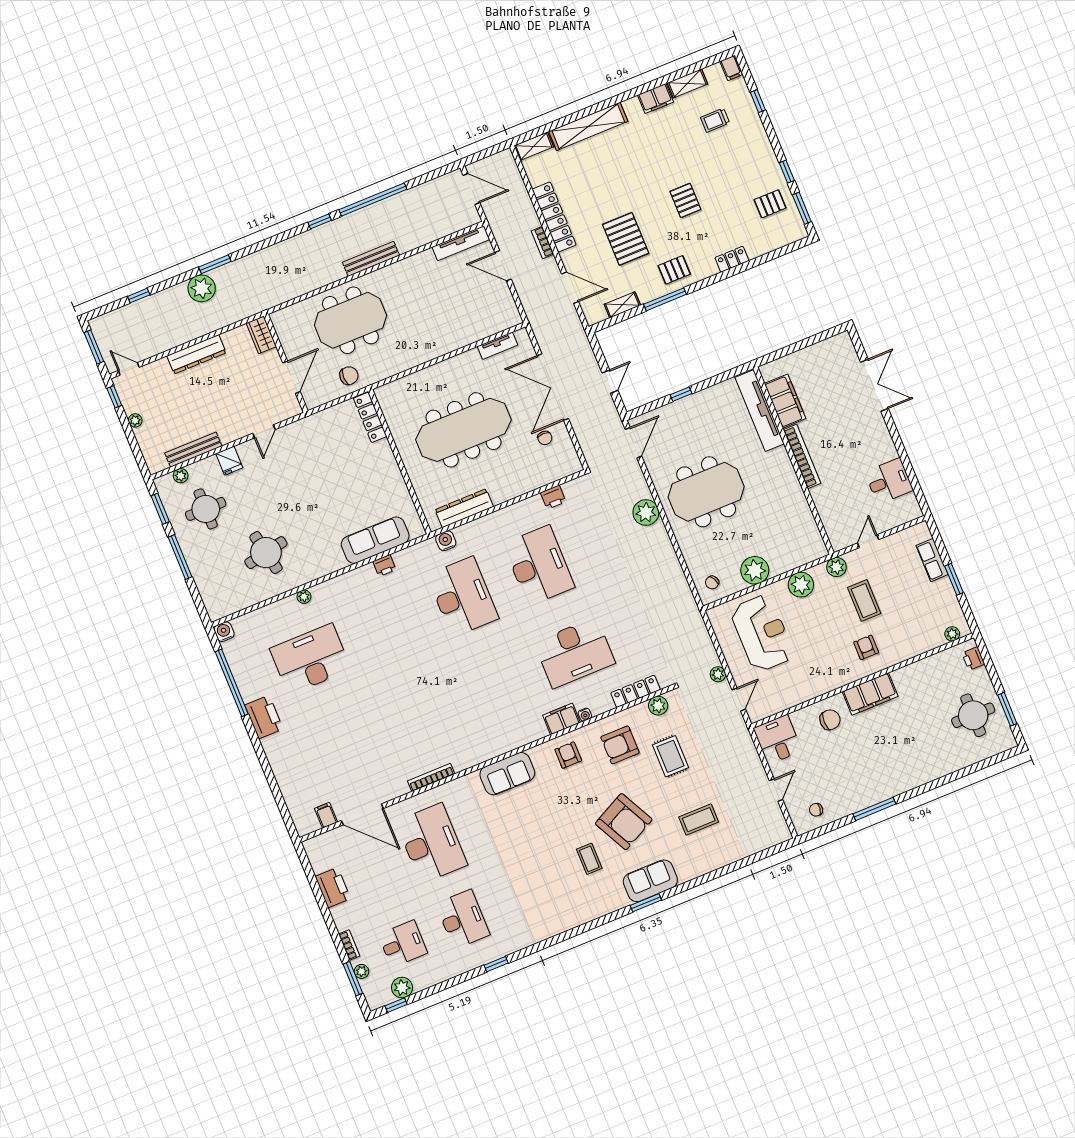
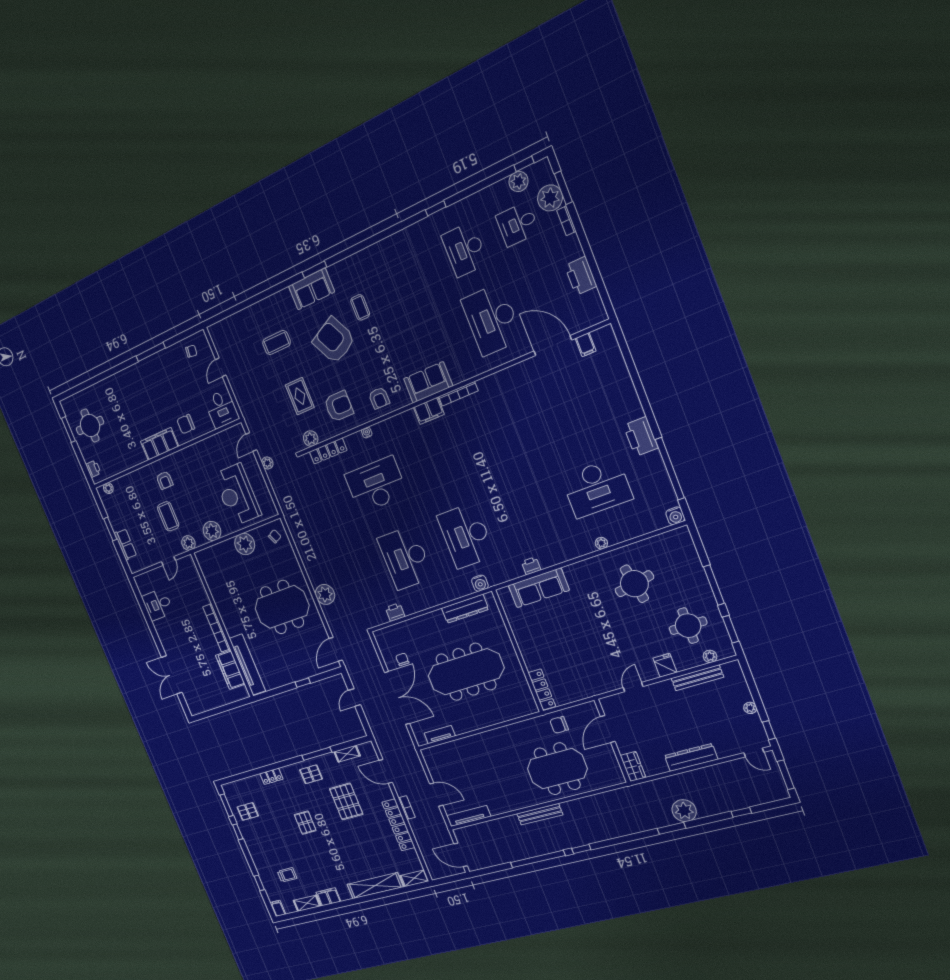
filing cabinet: (561, 719) -> (429, 411), moved
bookcase: (431, 777) -> (458, 394), moved
plant: (362, 971) -> (550, 198), width x1.88, depth x1.88

